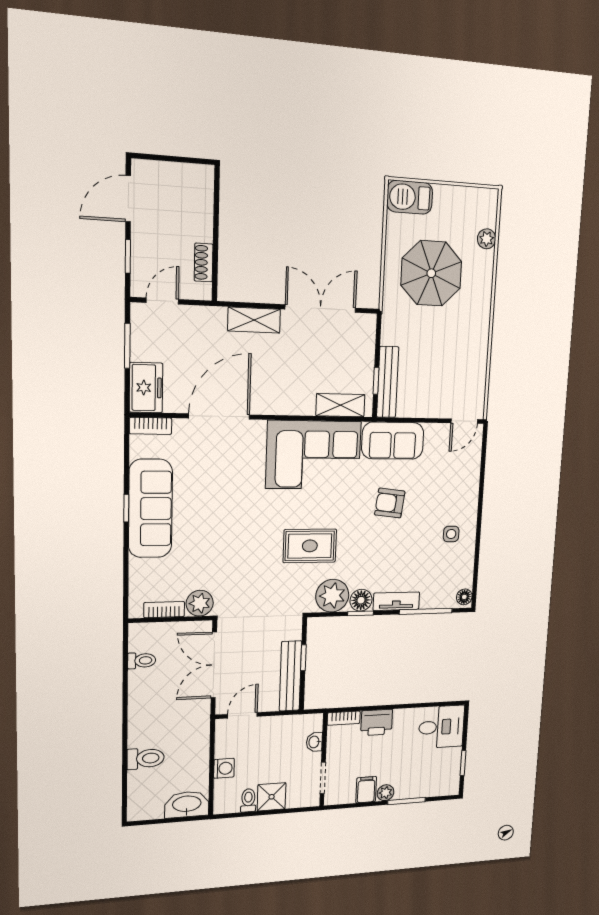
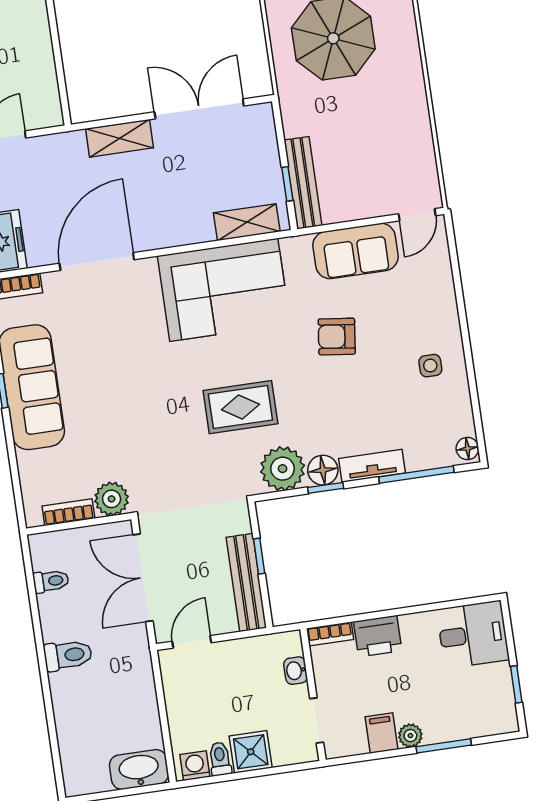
shoe rack: (204, 262) -> (48, 83), removed
sofa: (393, 441) -> (356, 251), moved
toilet: (146, 758) -> (68, 655), moved
washing machine: (224, 768) -> (195, 766), moved, turned -90

